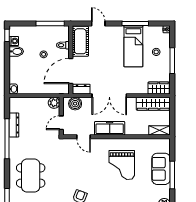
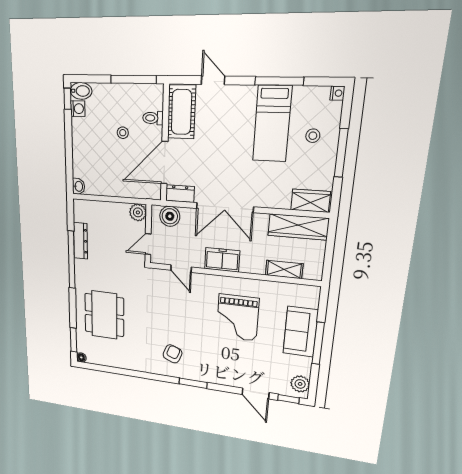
bidet: (16, 51) -> (81, 91), moved
freezer: (110, 128) -> (222, 260), width x0.71
shelving: (159, 130) -> (284, 269), moved

